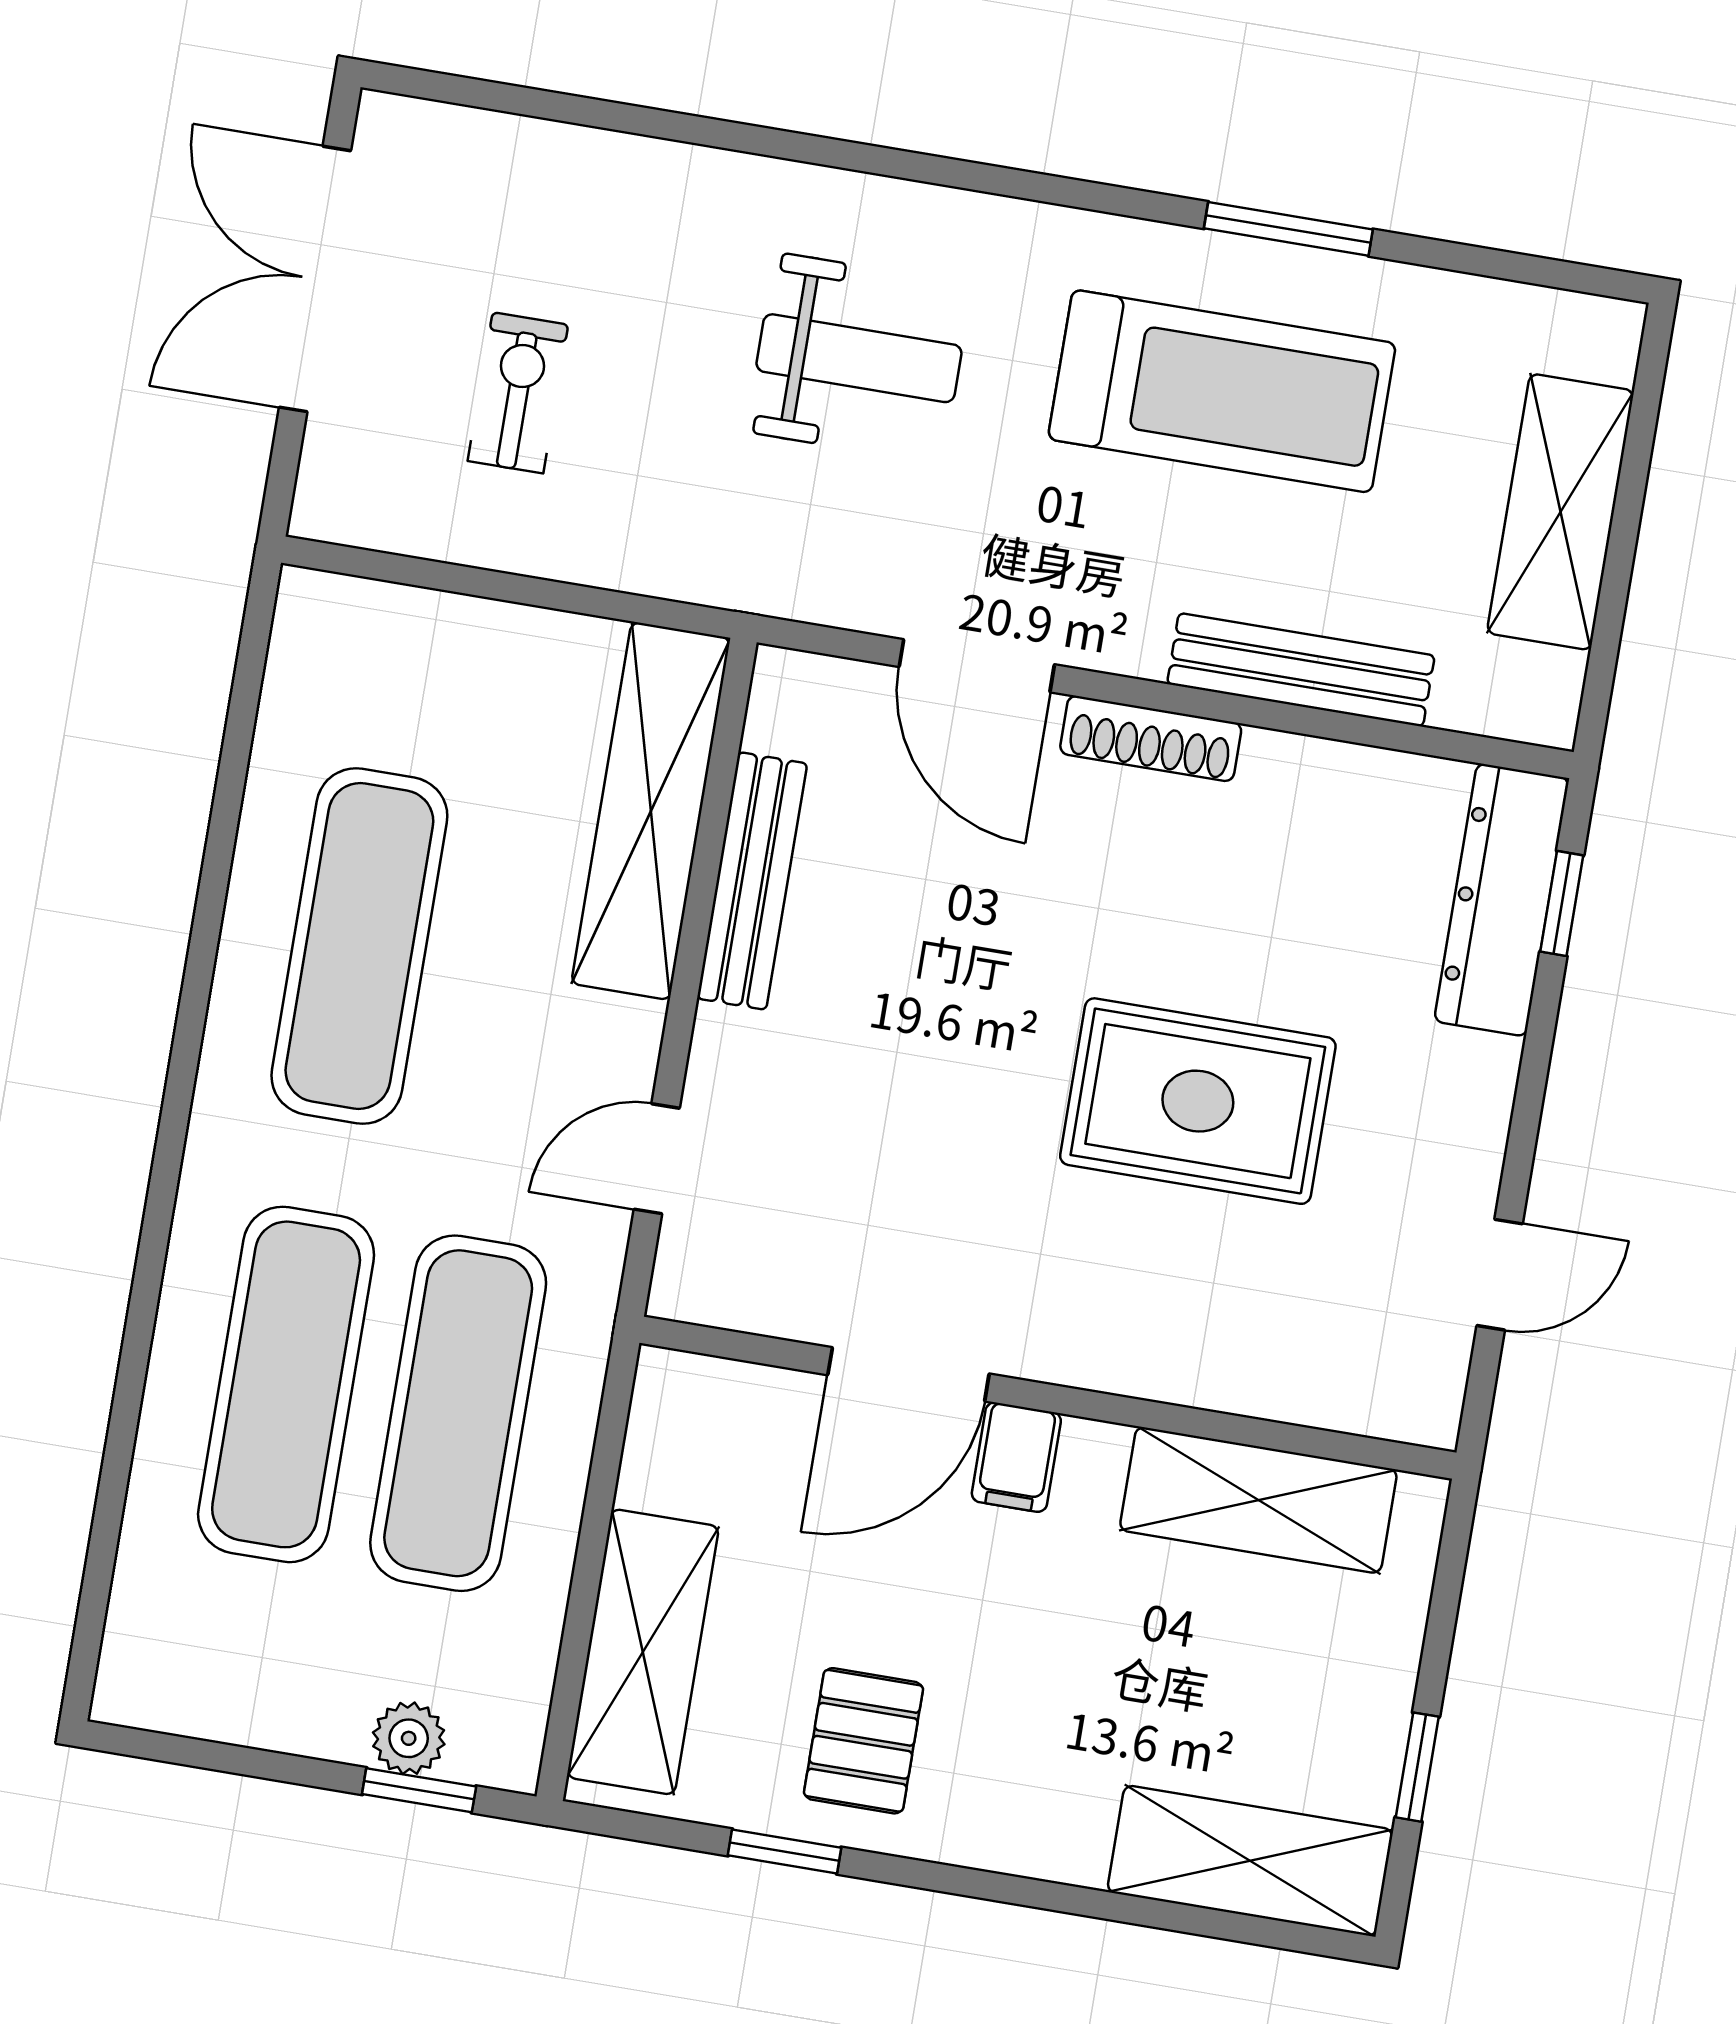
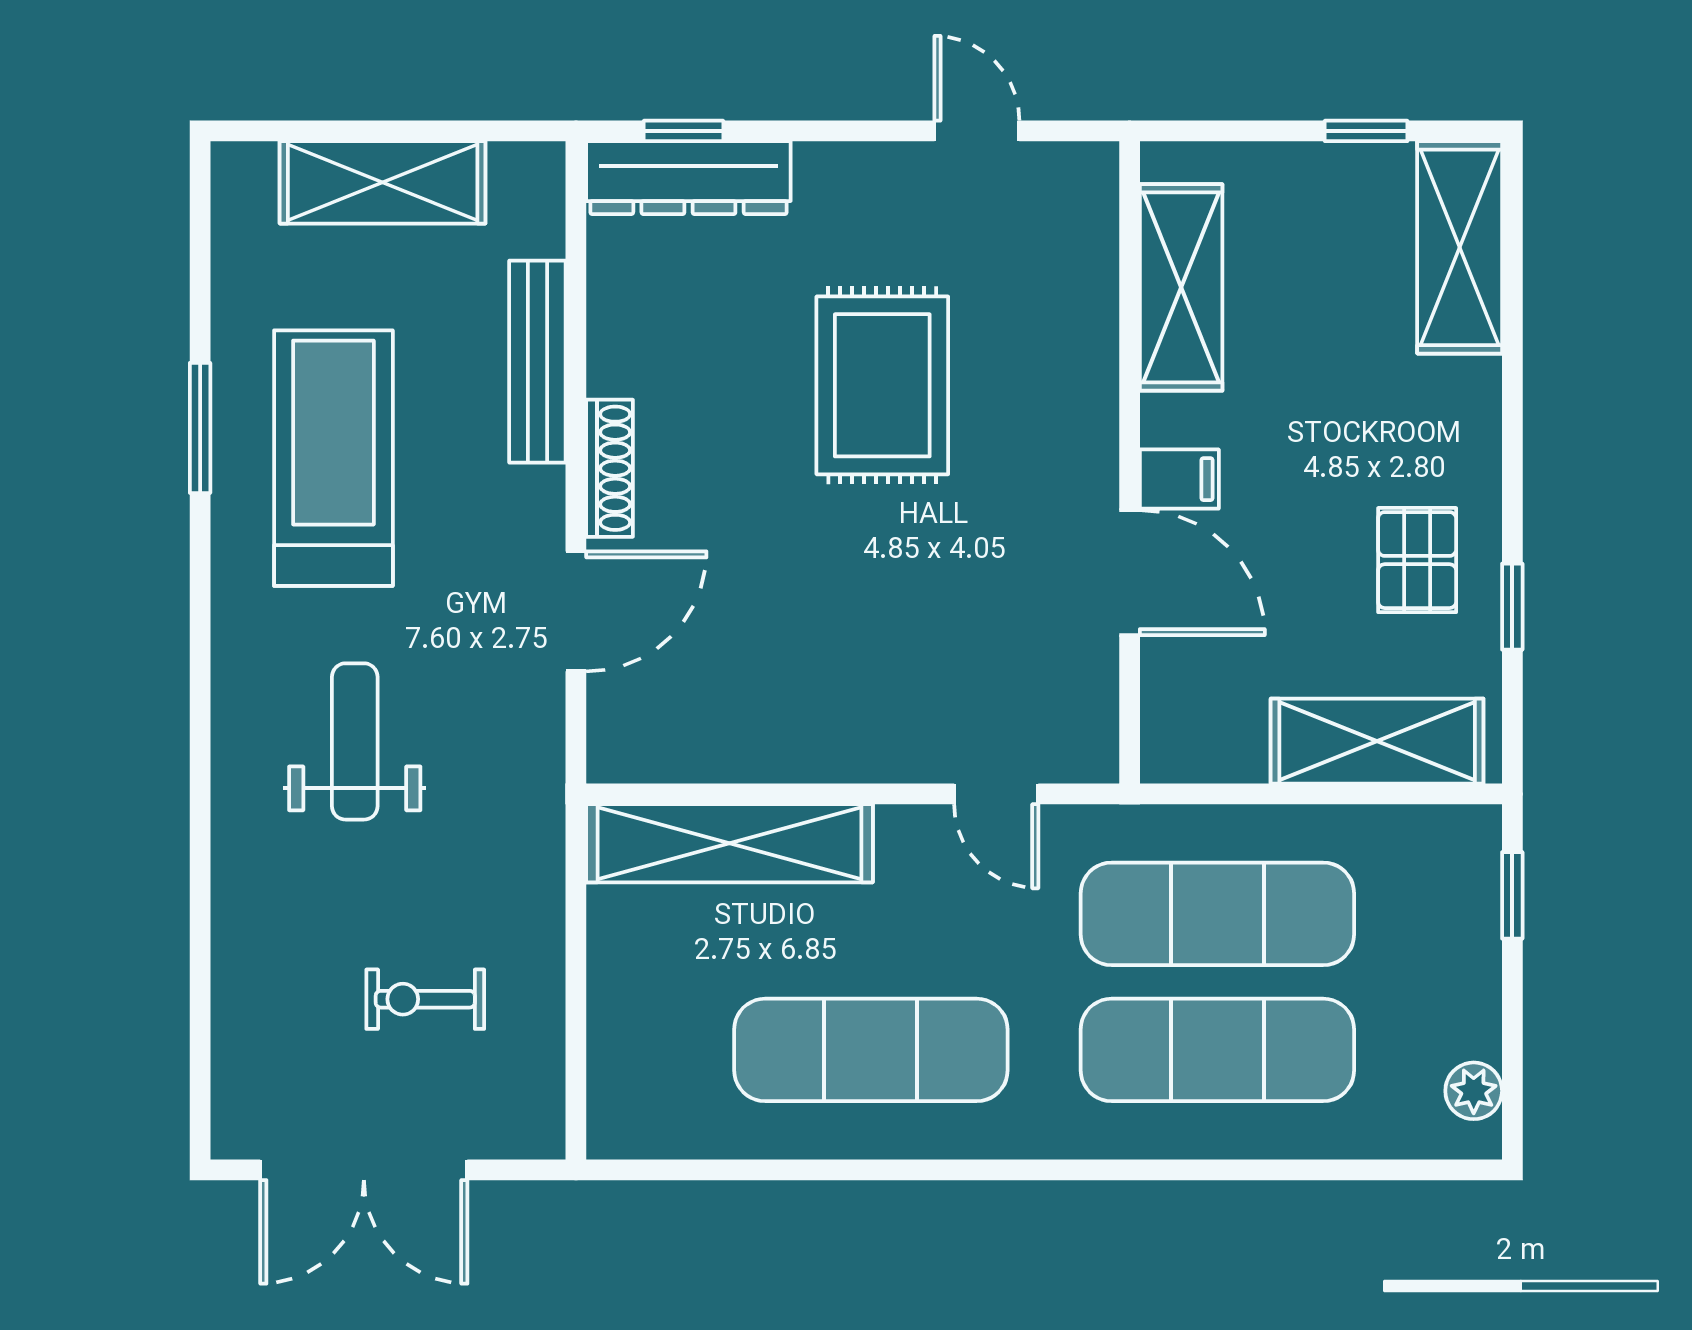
bench: (752, 881) -> (770, 756), removed
plant: (409, 1738) -> (1474, 1091), moved
pallet: (864, 1741) -> (1417, 560), turned 90

